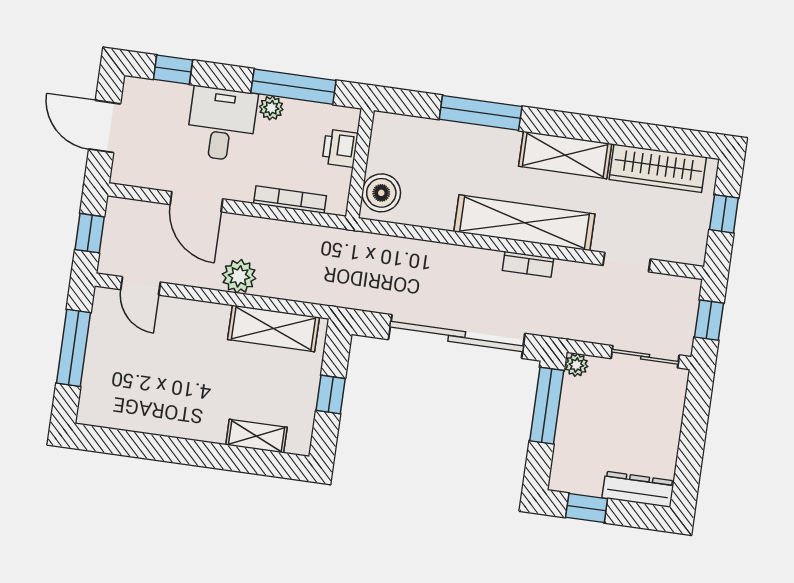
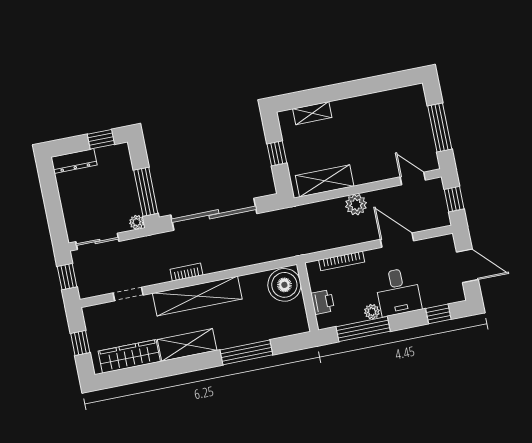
boiler: (381, 193) -> (284, 285), width x1.37, depth x1.37

